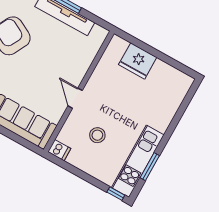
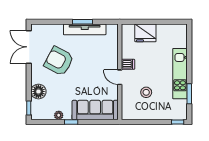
dishwasher: (59, 150) -> (128, 64), moved
kitchen unit: (138, 161) -> (180, 74), moved

